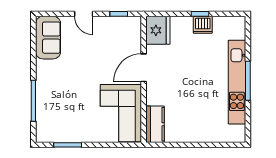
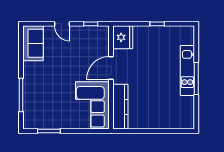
dishwasher: (203, 25) -> (159, 33), removed
kitchen unit: (237, 82) -> (187, 71), width x0.73
kitchen counter: (155, 124) -> (120, 107), width x1.50

